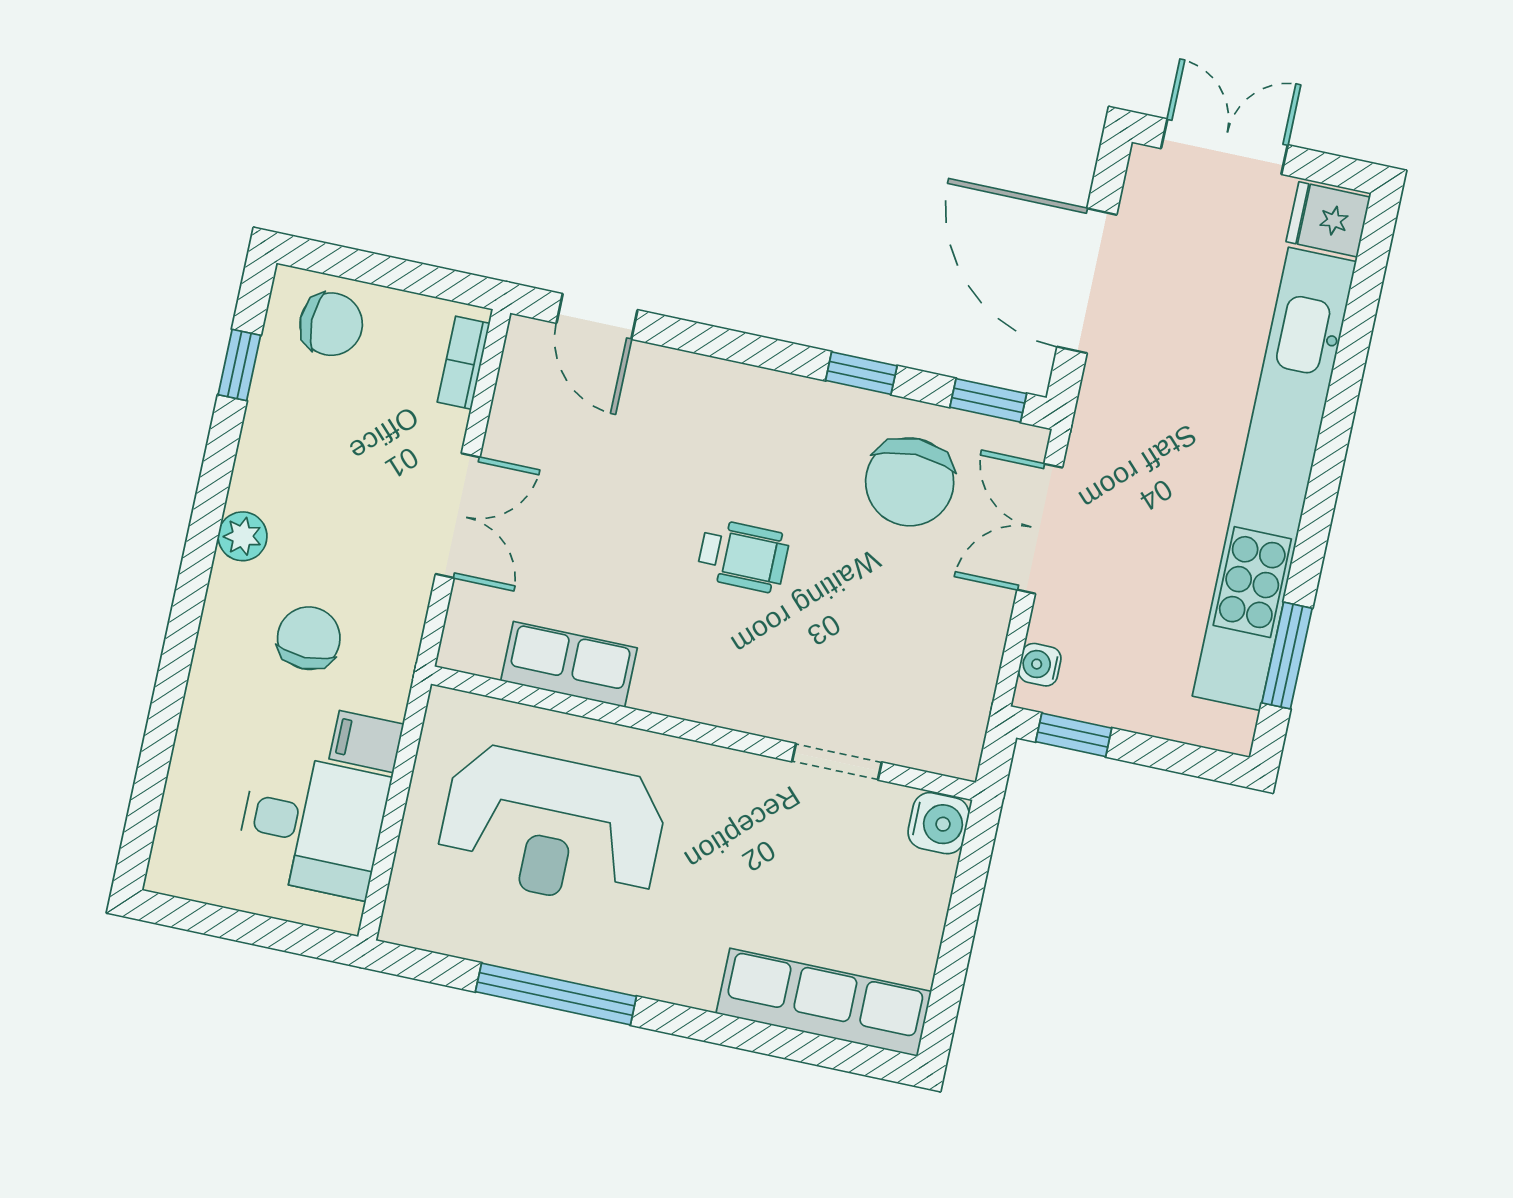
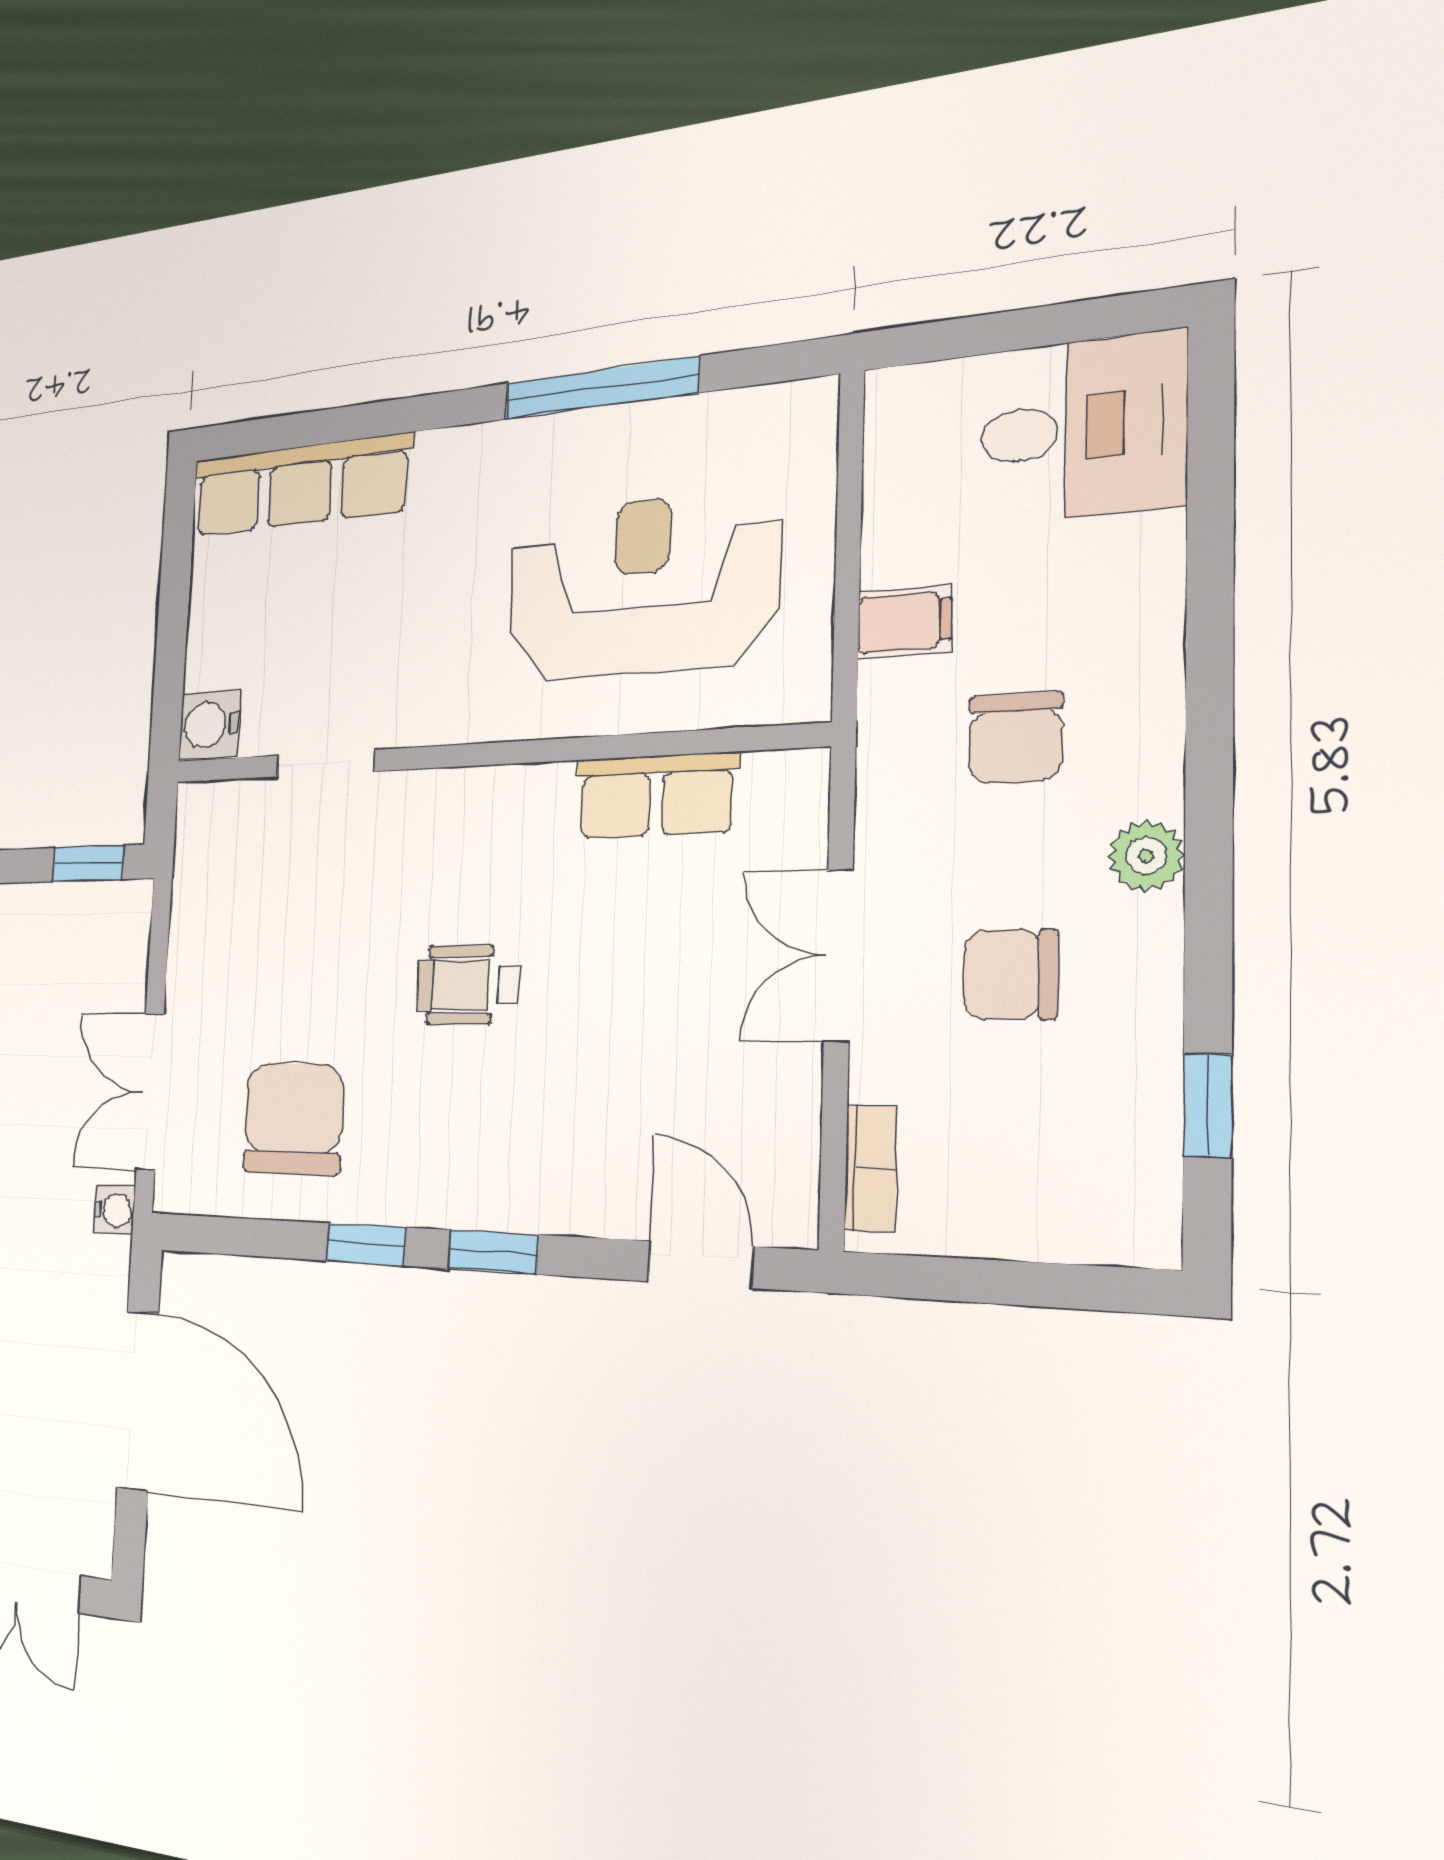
chair: (331, 324) -> (1011, 974), moved
window: (988, 400) -> (493, 1252), moved
double door: (1040, 529) -> (150, 1092), swing flipped
water cooler: (1040, 665) -> (114, 1210), moved
desk: (312, 825) -> (1082, 428), moved, turned 180

